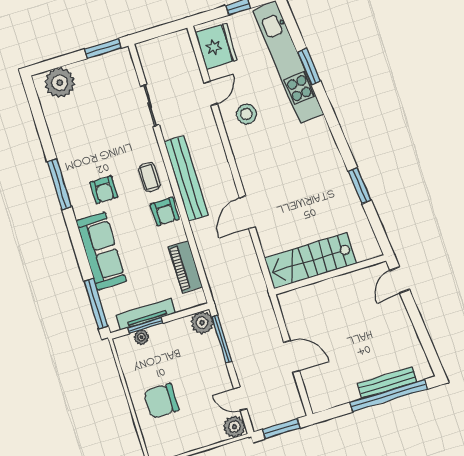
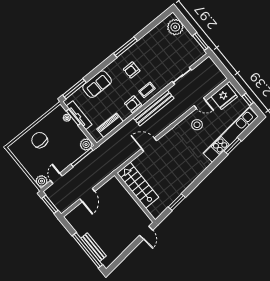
window: (360, 186) -> (177, 202), moved
sofa: (101, 251) -> (97, 84), width x0.73
door: (400, 280) -> (146, 233), swing flipped

